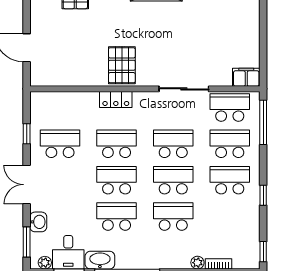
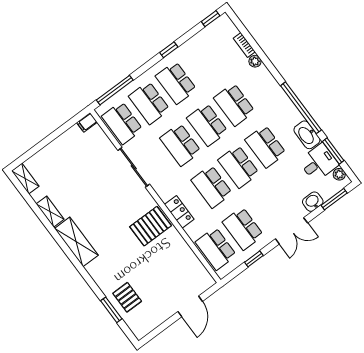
filing cabinet: (246, 77) -> (87, 122), width x0.50
school desk: (60, 107) -> (216, 249), added

